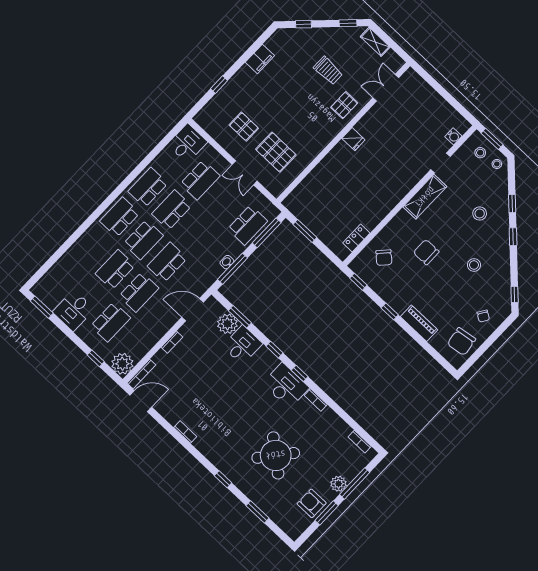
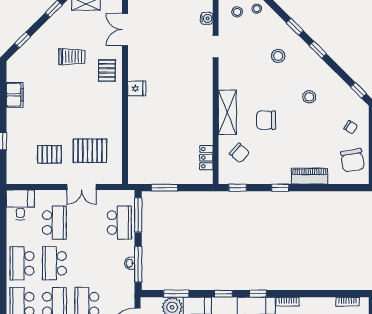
shelving: (425, 197) -> (227, 112), moved

